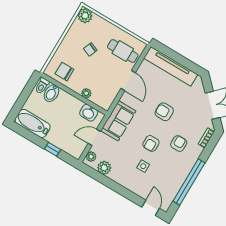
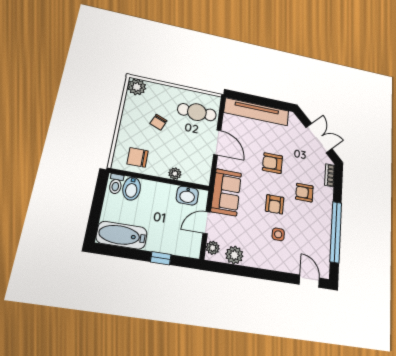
armchair: (179, 144) -> (304, 193), turned -90

